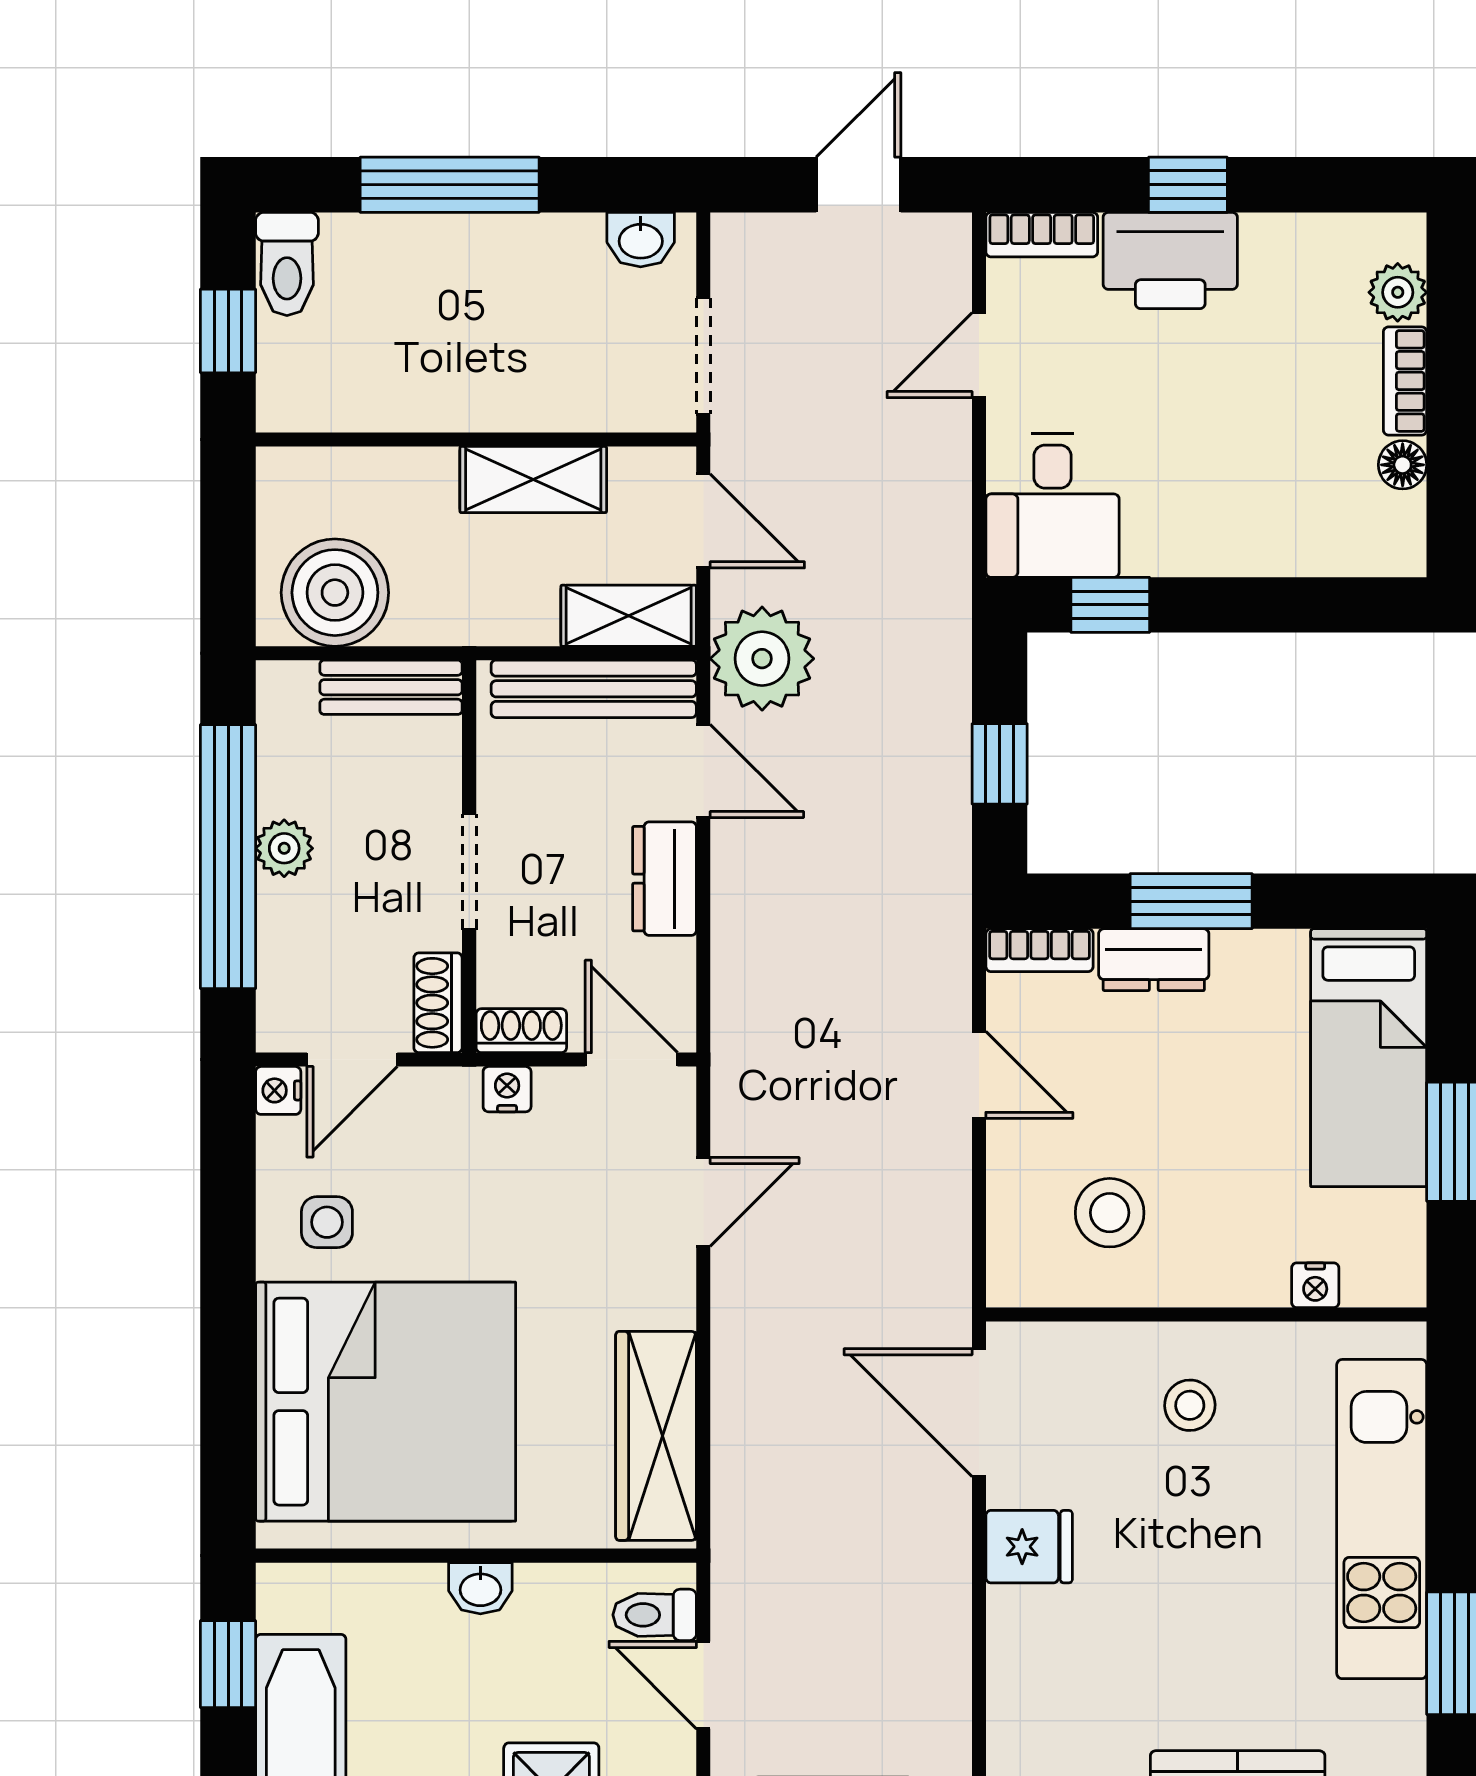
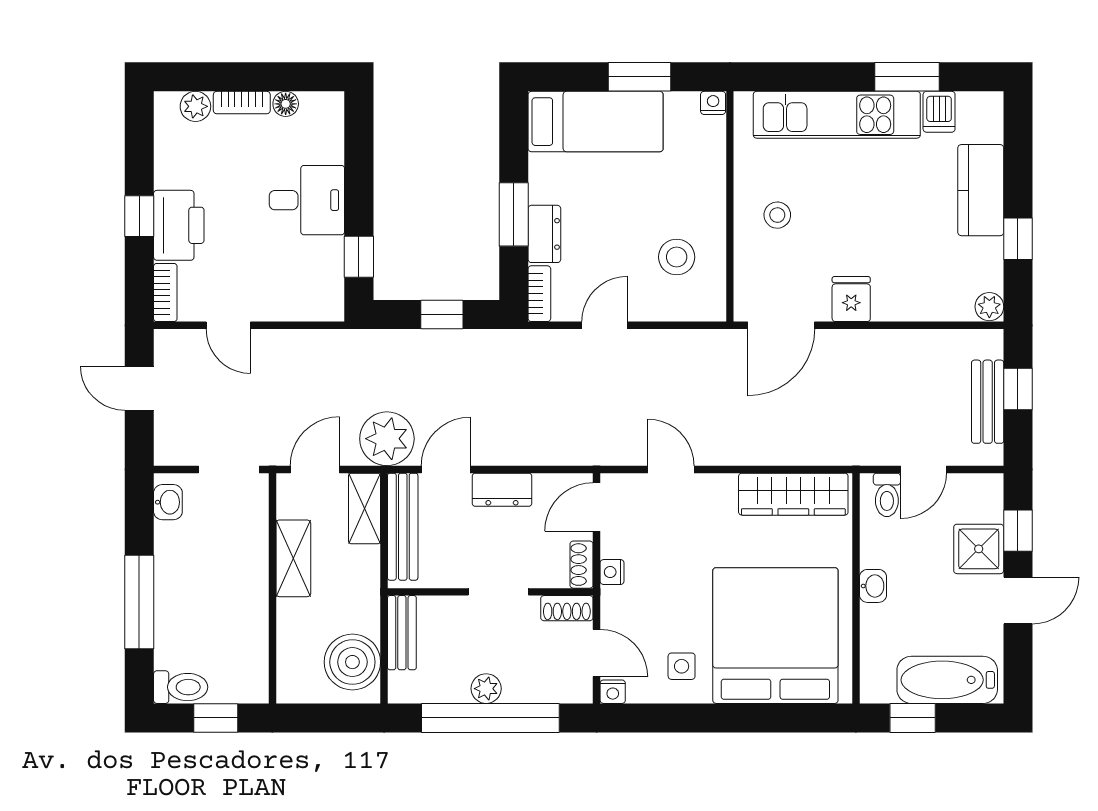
desk: (1052, 505) -> (307, 200), moved
nightstand: (1315, 1285) -> (713, 103), moved, turned -90
dishwasher: (1387, 1715) -> (939, 112), added

